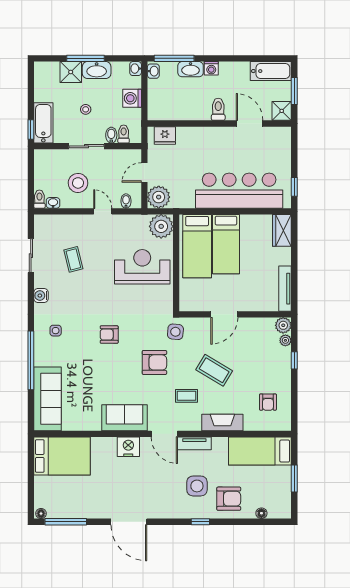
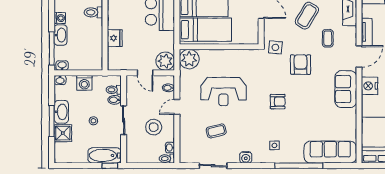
fridge: (165, 135) -> (115, 38), moved
reception desk: (142, 267) -> (223, 92), moved, turned -90
armchair: (109, 335) -> (278, 102), turned -90

